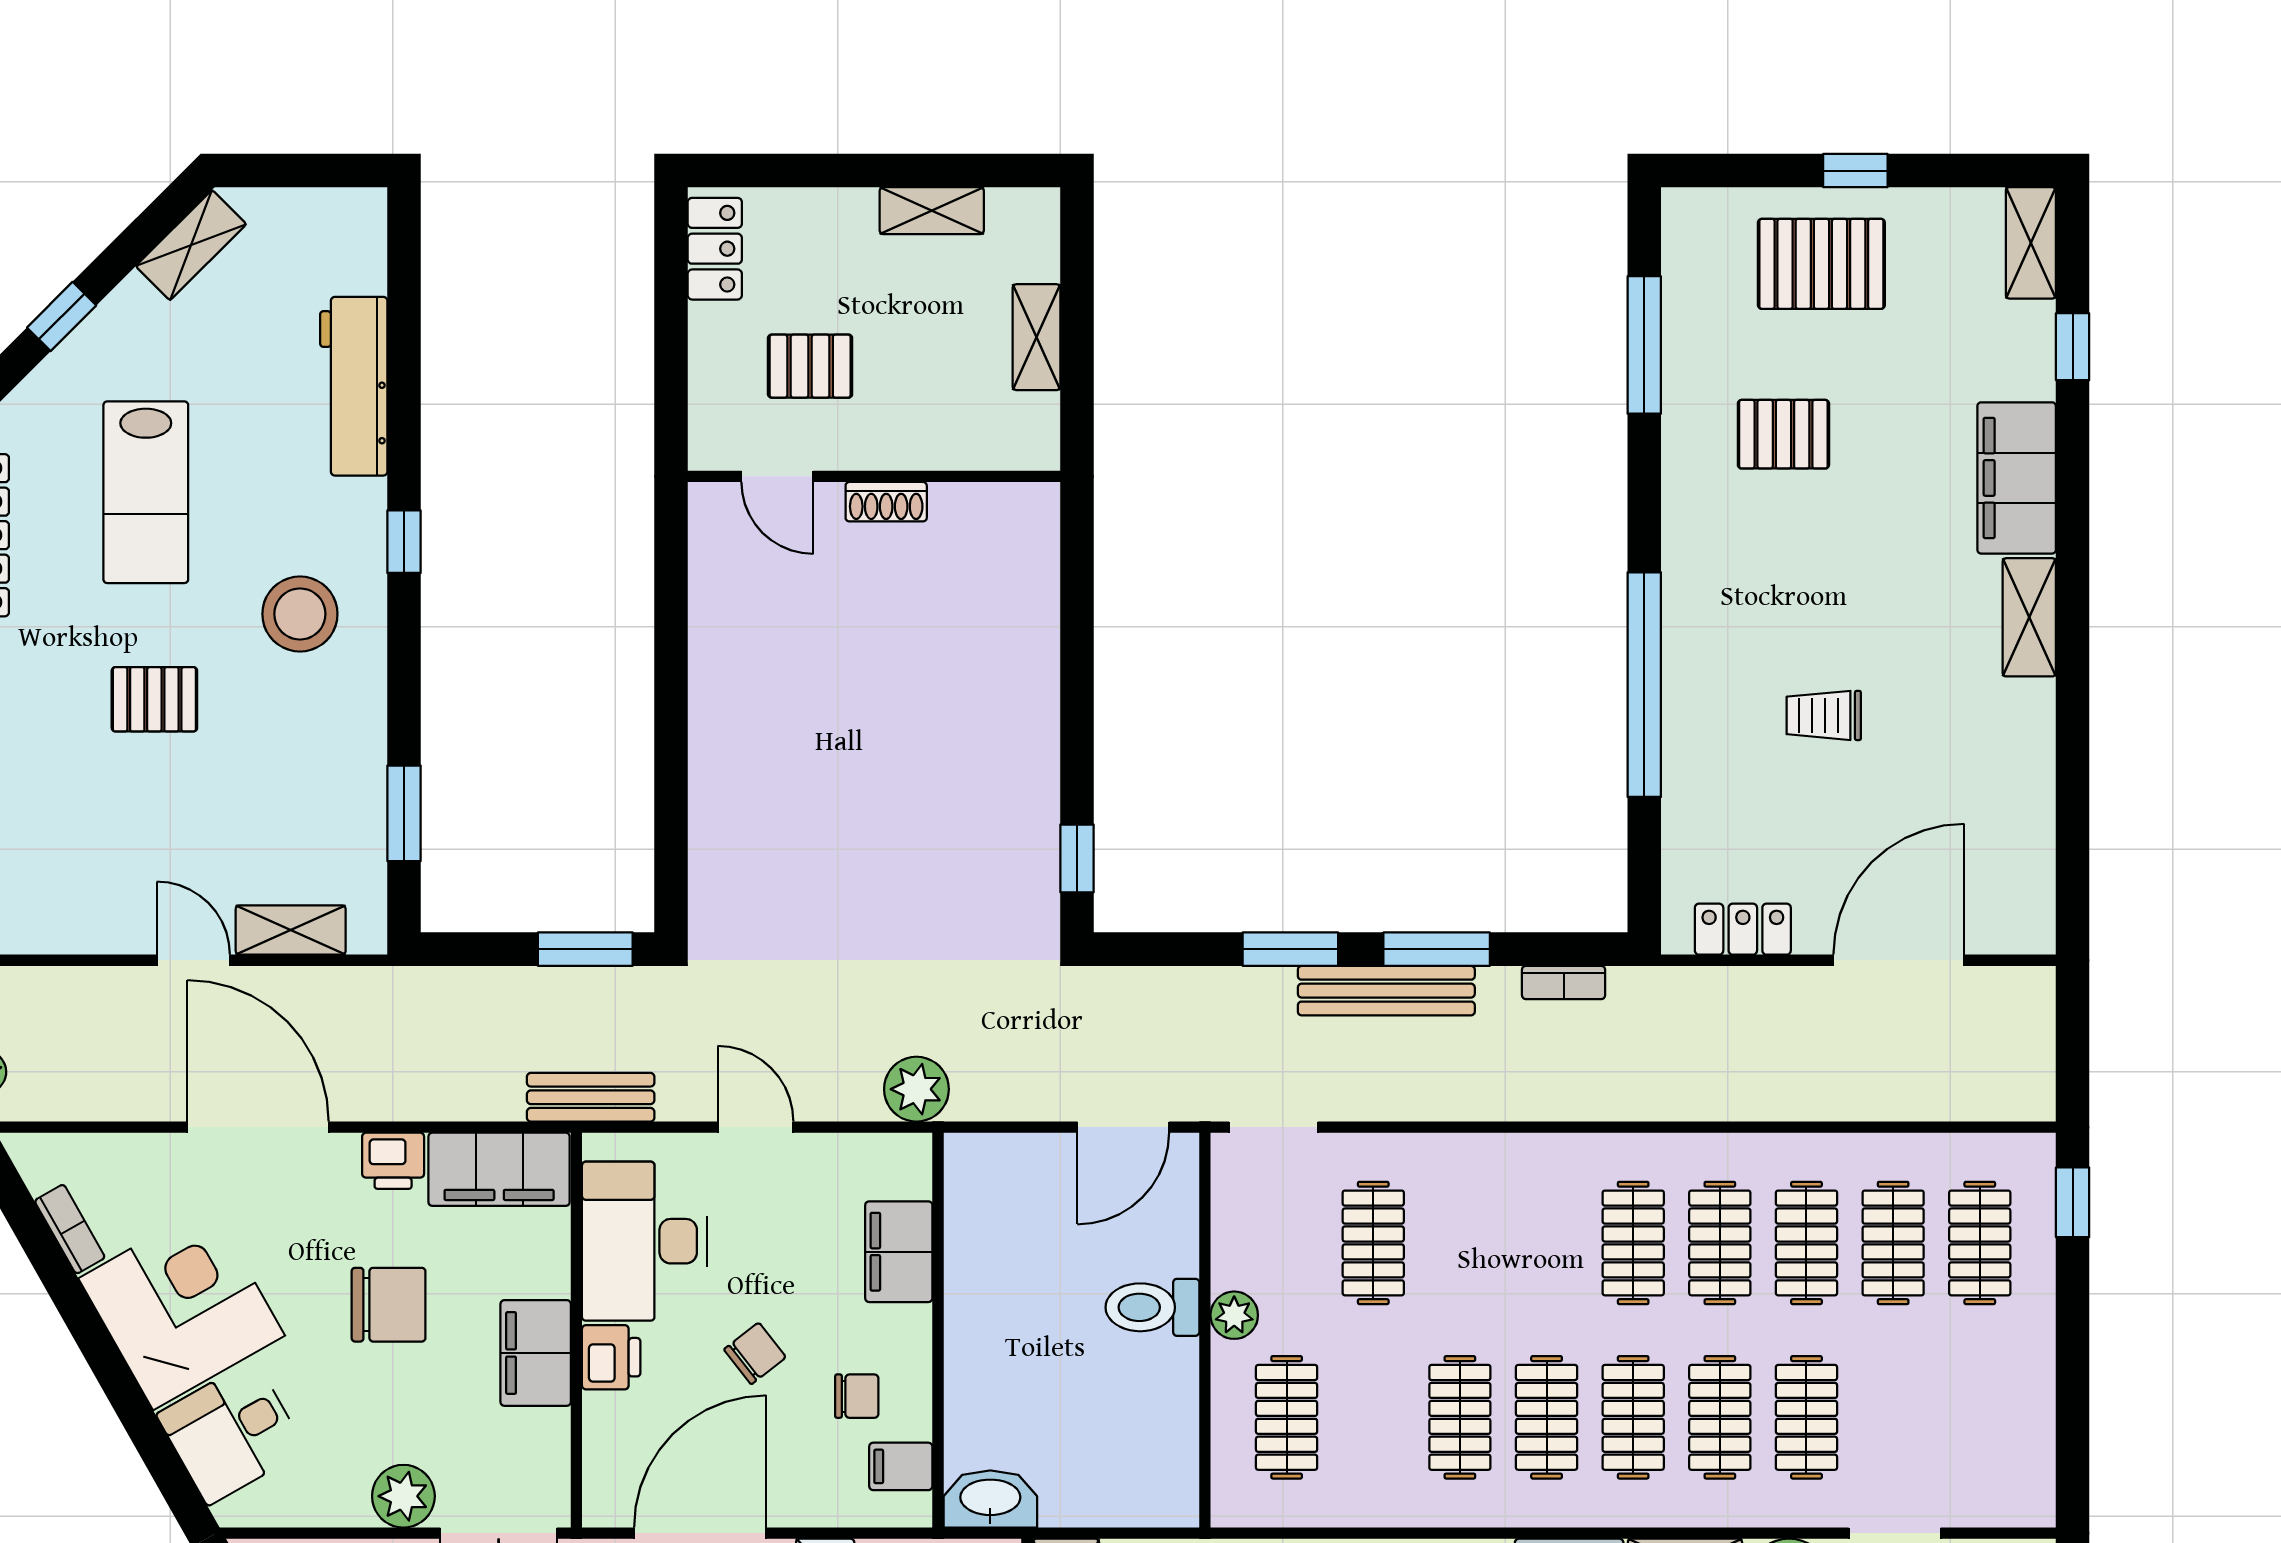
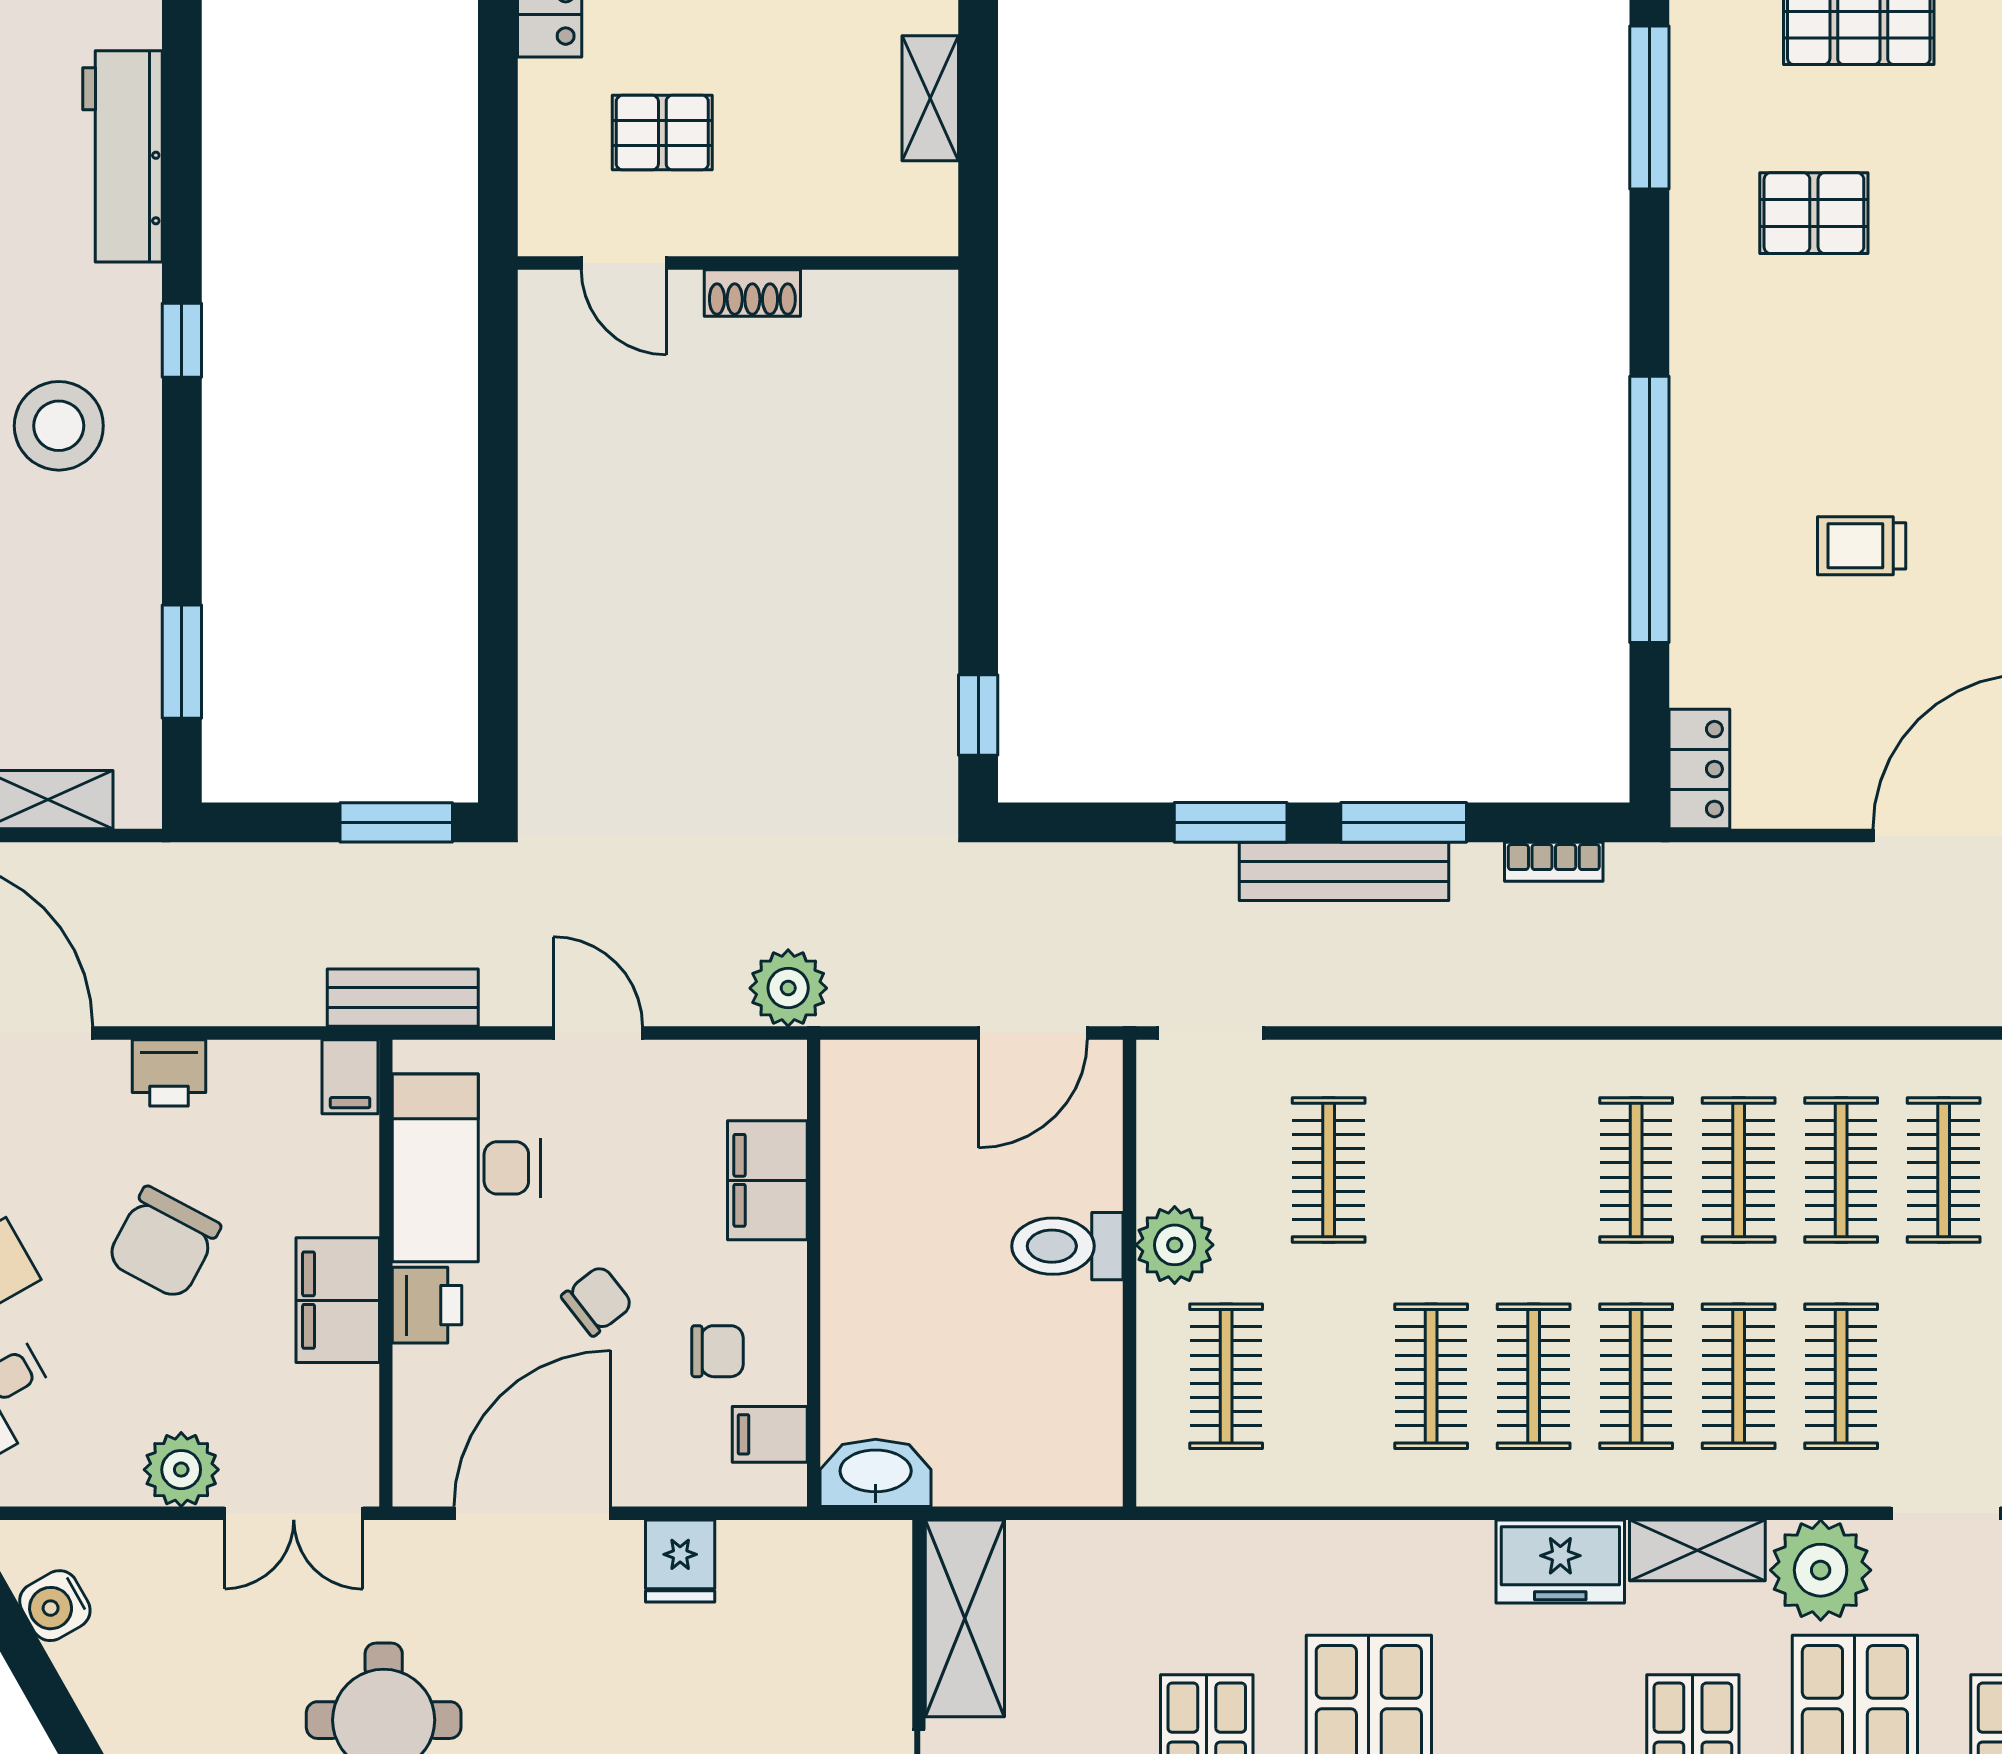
locker: (1743, 929) -> (1699, 769), moved, turned 90
filing cabinet: (499, 1169) -> (350, 1077), width x0.33, depth x0.86
chair: (389, 1305) -> (164, 1243), turned 118
plant: (1234, 1315) -> (1175, 1245), width x1.38, depth x1.38

